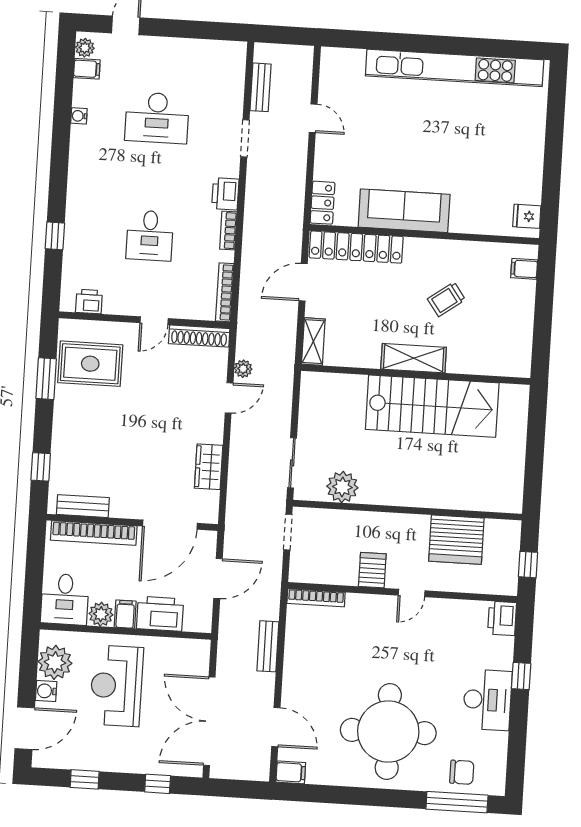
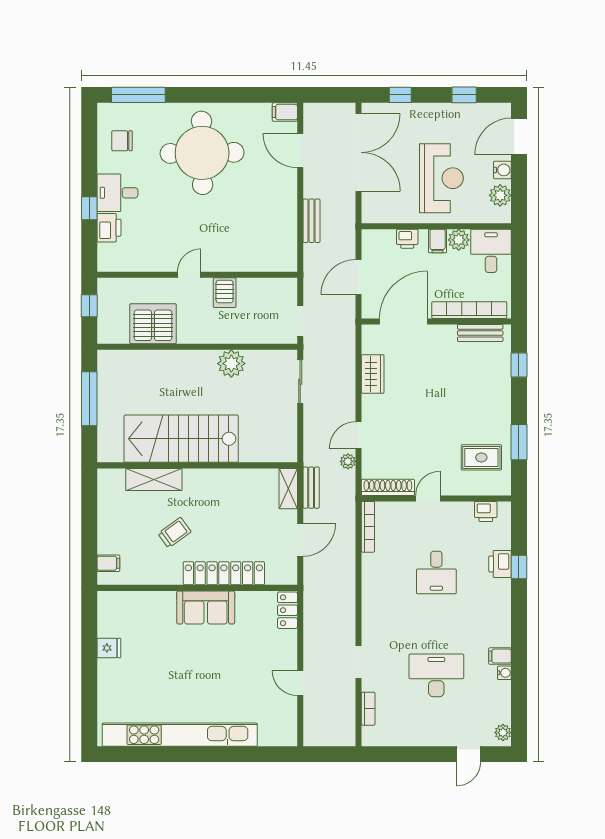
filing cabinet: (87, 69) -> (500, 656), moved
bench: (261, 87) -> (311, 488), moved
printer: (225, 194) -> (500, 564), moved, turned 180
sofa: (404, 211) -> (206, 608), width x0.73
fridge: (527, 216) -> (109, 648), moved
bookcase: (228, 230) -> (368, 709), moved
desk: (150, 235) -> (436, 572), turned 180
locker: (356, 247) -> (224, 573), moved
shelving: (414, 358) -> (154, 480), moved
rug: (90, 364) -> (481, 457), width x0.73, depth x0.70
window: (534, 458) -> (89, 399), added
plant: (342, 487) -> (231, 364), moved
bookcase: (316, 598) -> (272, 265), removed
printer: (160, 614) -> (407, 239), width x0.53, depth x0.68
printer: (502, 618) -> (109, 228), moved
plant: (55, 662) -> (500, 195), width x0.73, depth x0.73
desk: (487, 700) -> (117, 193), width x0.73
chair: (462, 772) -> (122, 141), moved

